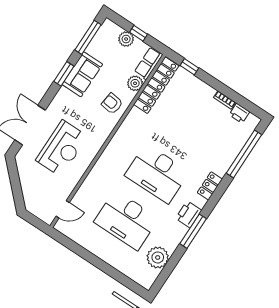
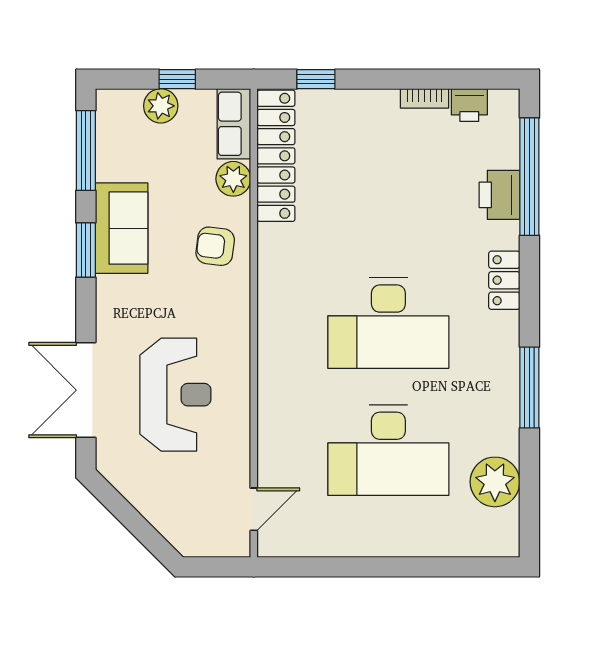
printer: (189, 214) -> (499, 195), moved

